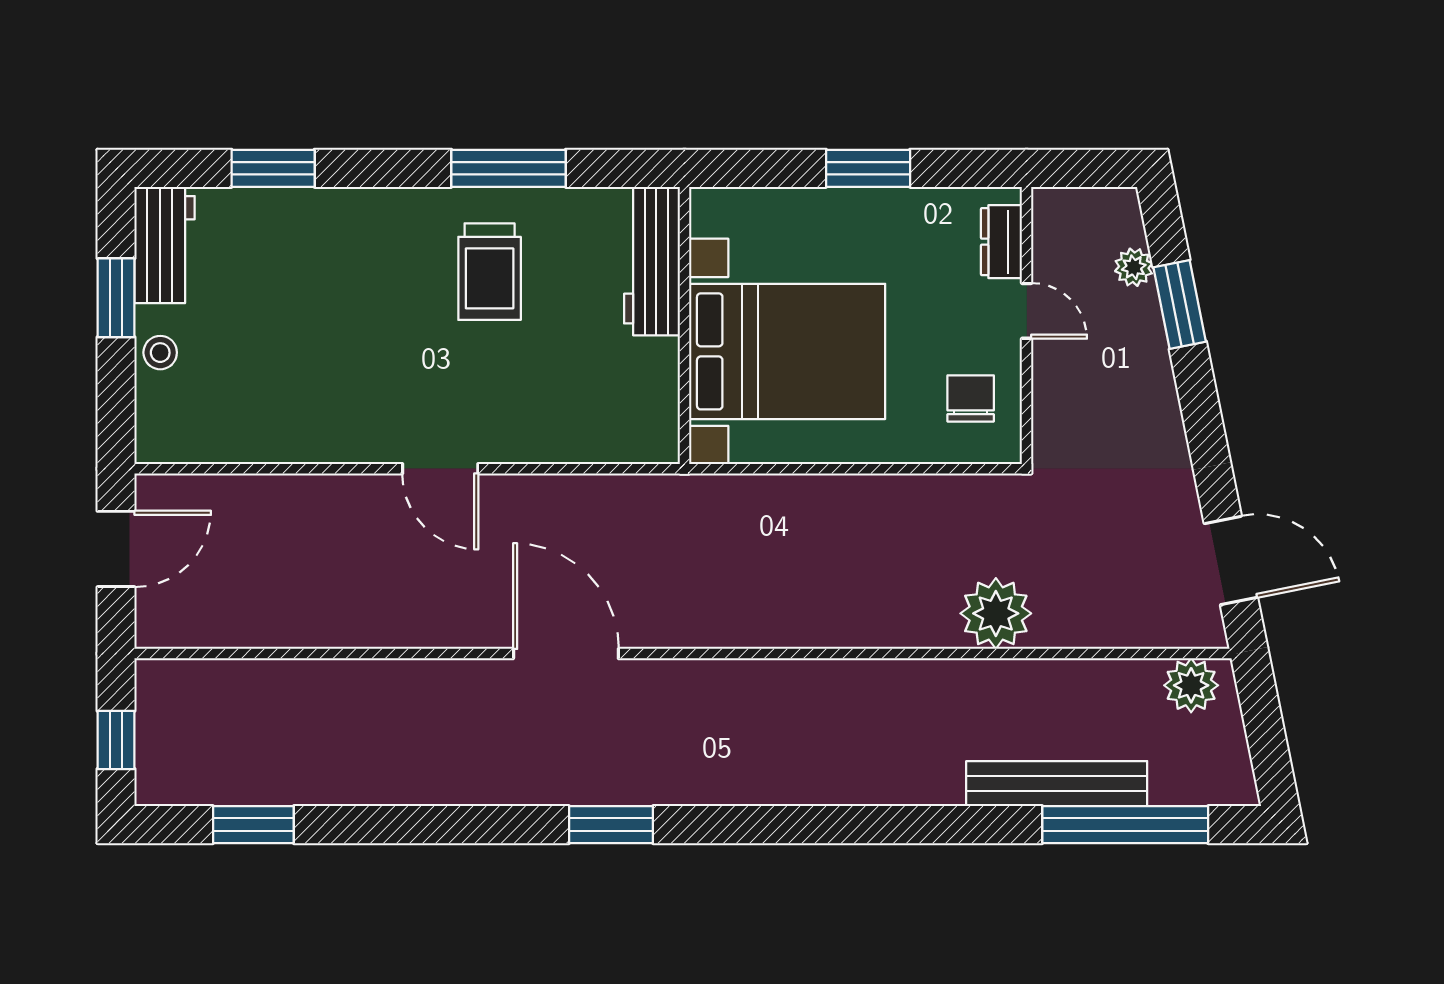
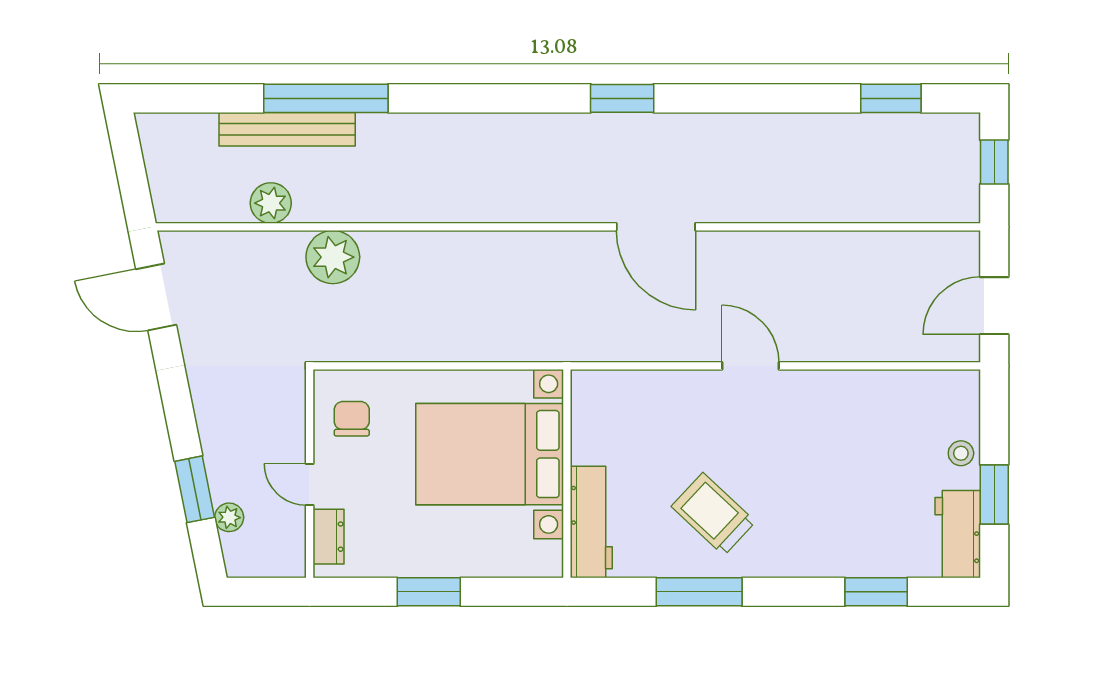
trolley: (490, 272) -> (713, 514), turned -47
chair: (971, 398) -> (352, 419), turned 180
plant: (1191, 685) -> (271, 203), moved
window: (1125, 825) -> (326, 98), moved

